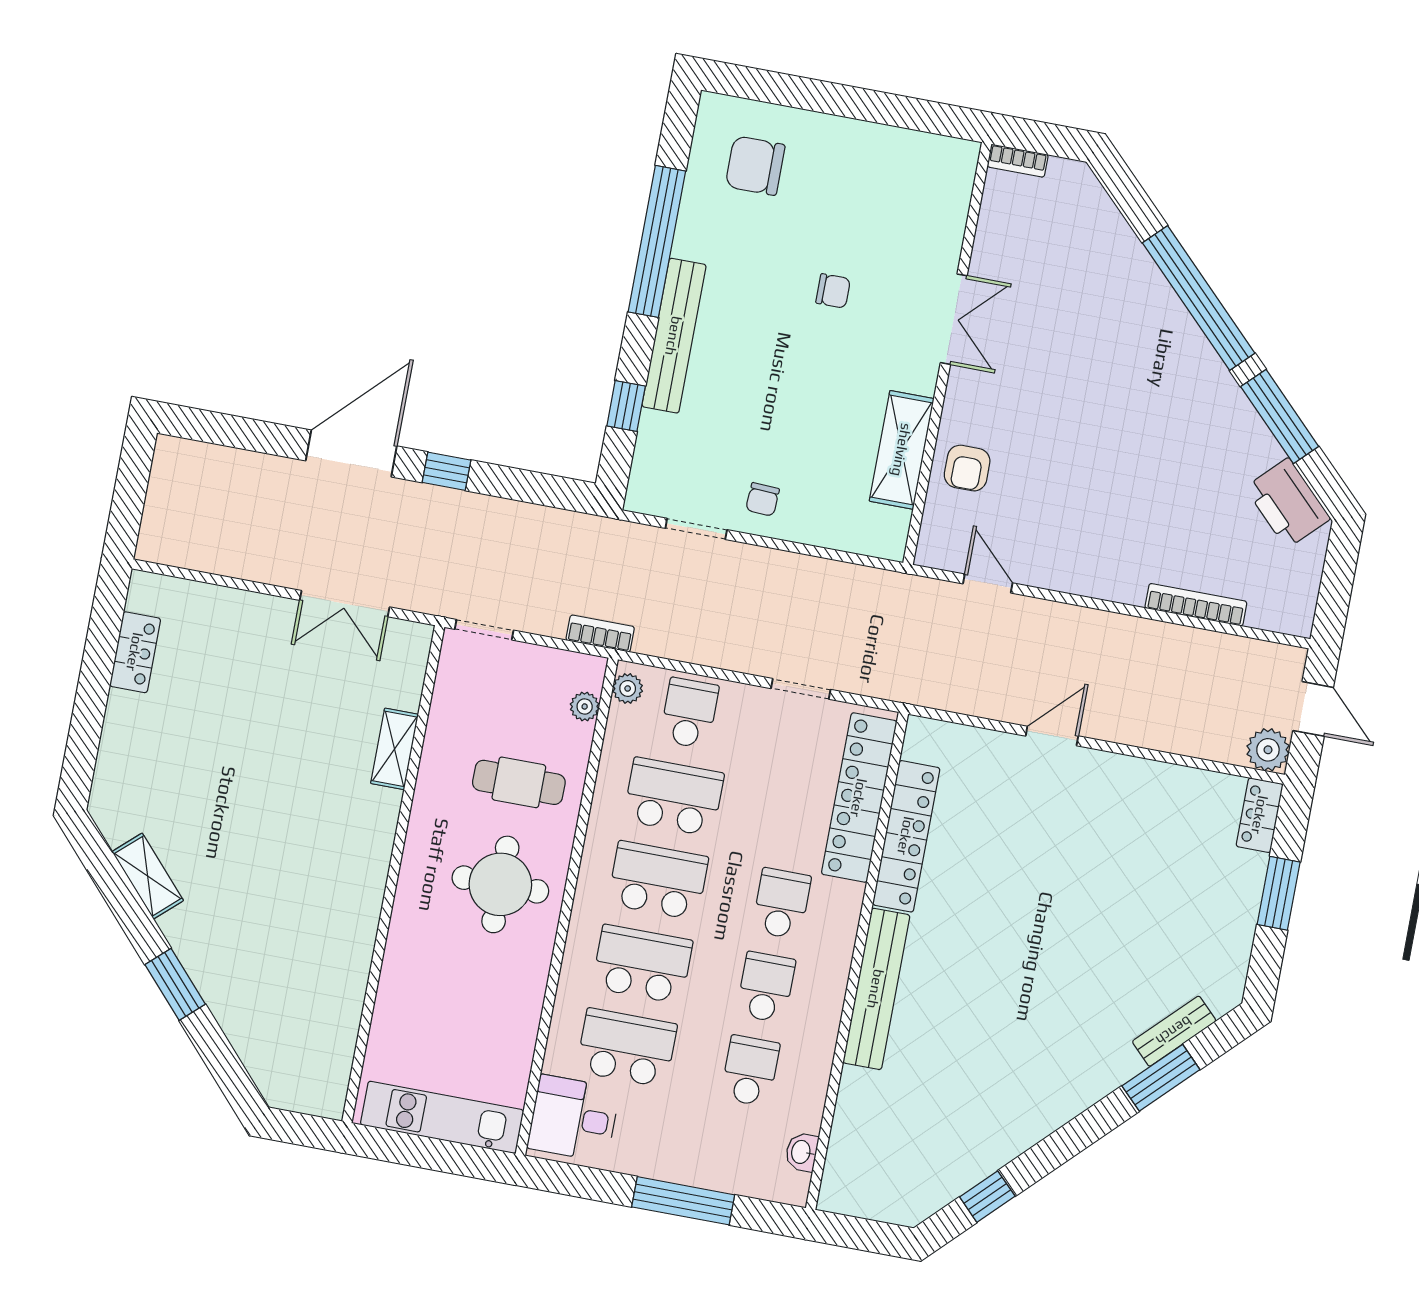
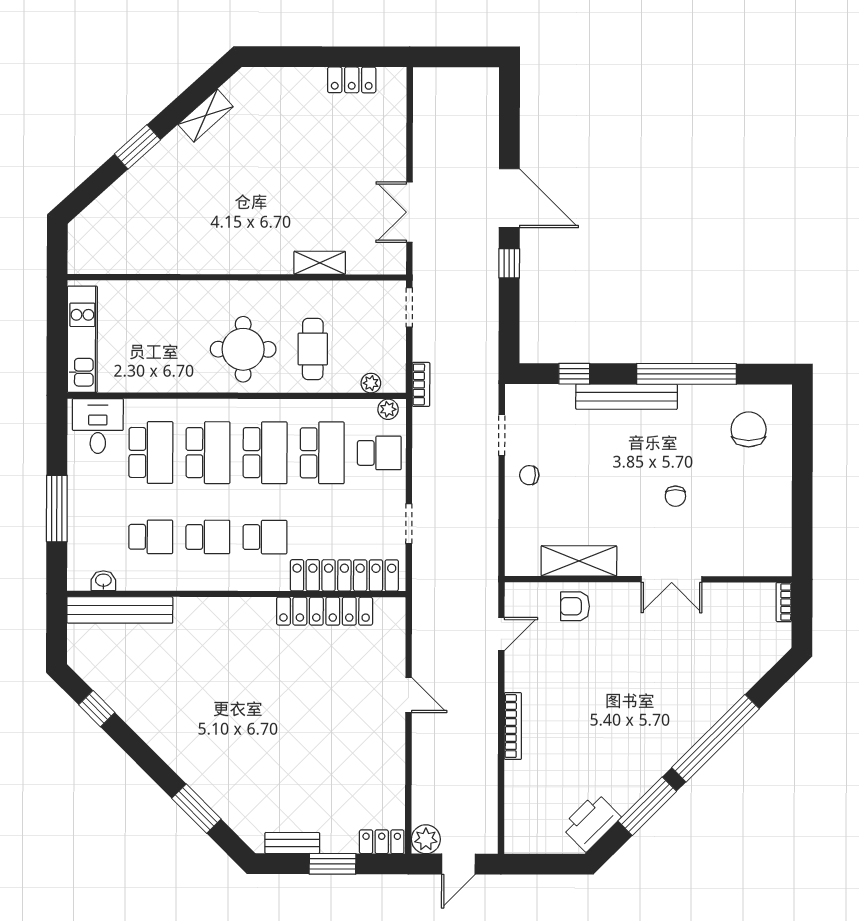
bookcase: (1196, 605) -> (513, 726), moved
bench: (876, 989) -> (120, 610), moved
bench: (1174, 1031) -> (292, 843), moved, turned -45

